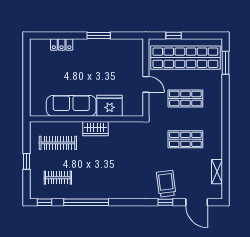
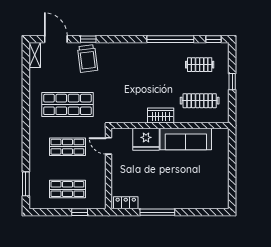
window: (99, 35) -> (157, 212), width x1.44
locker: (62, 44) -> (126, 203), moved
shop shelf: (185, 58) -> (67, 189), width x0.50, depth x0.74
door: (146, 84) -> (108, 146), moved
shop shelf: (185, 139) -> (67, 104), width x1.43, depth x1.36
shelving: (217, 172) -> (35, 55), moved

